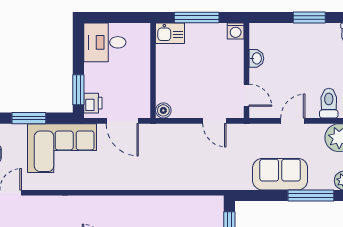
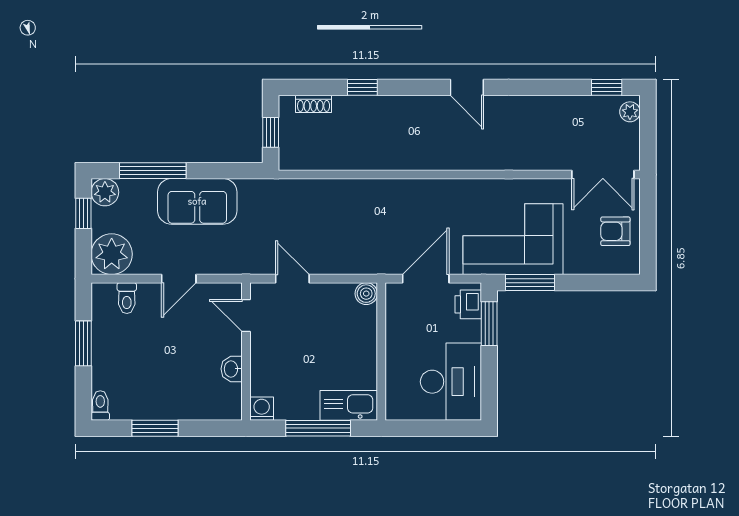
kitchen sink: (170, 33) -> (349, 405), width x1.38
desk: (105, 42) -> (451, 382), width x1.37
toilet: (329, 103) -> (127, 298), width x0.73, depth x0.72
window: (29, 118) -> (530, 283), moved
door: (122, 121) -> (426, 279), hinge flipped

